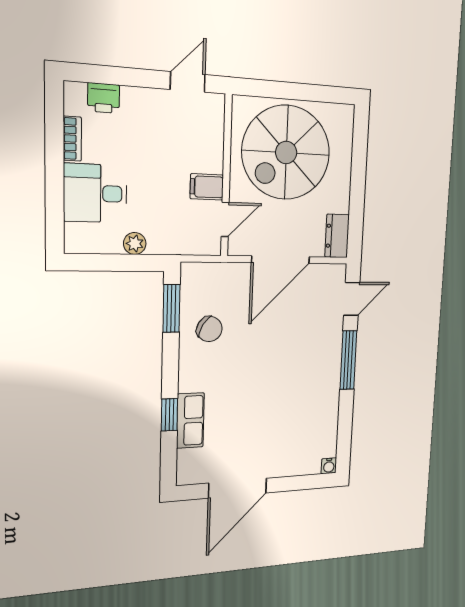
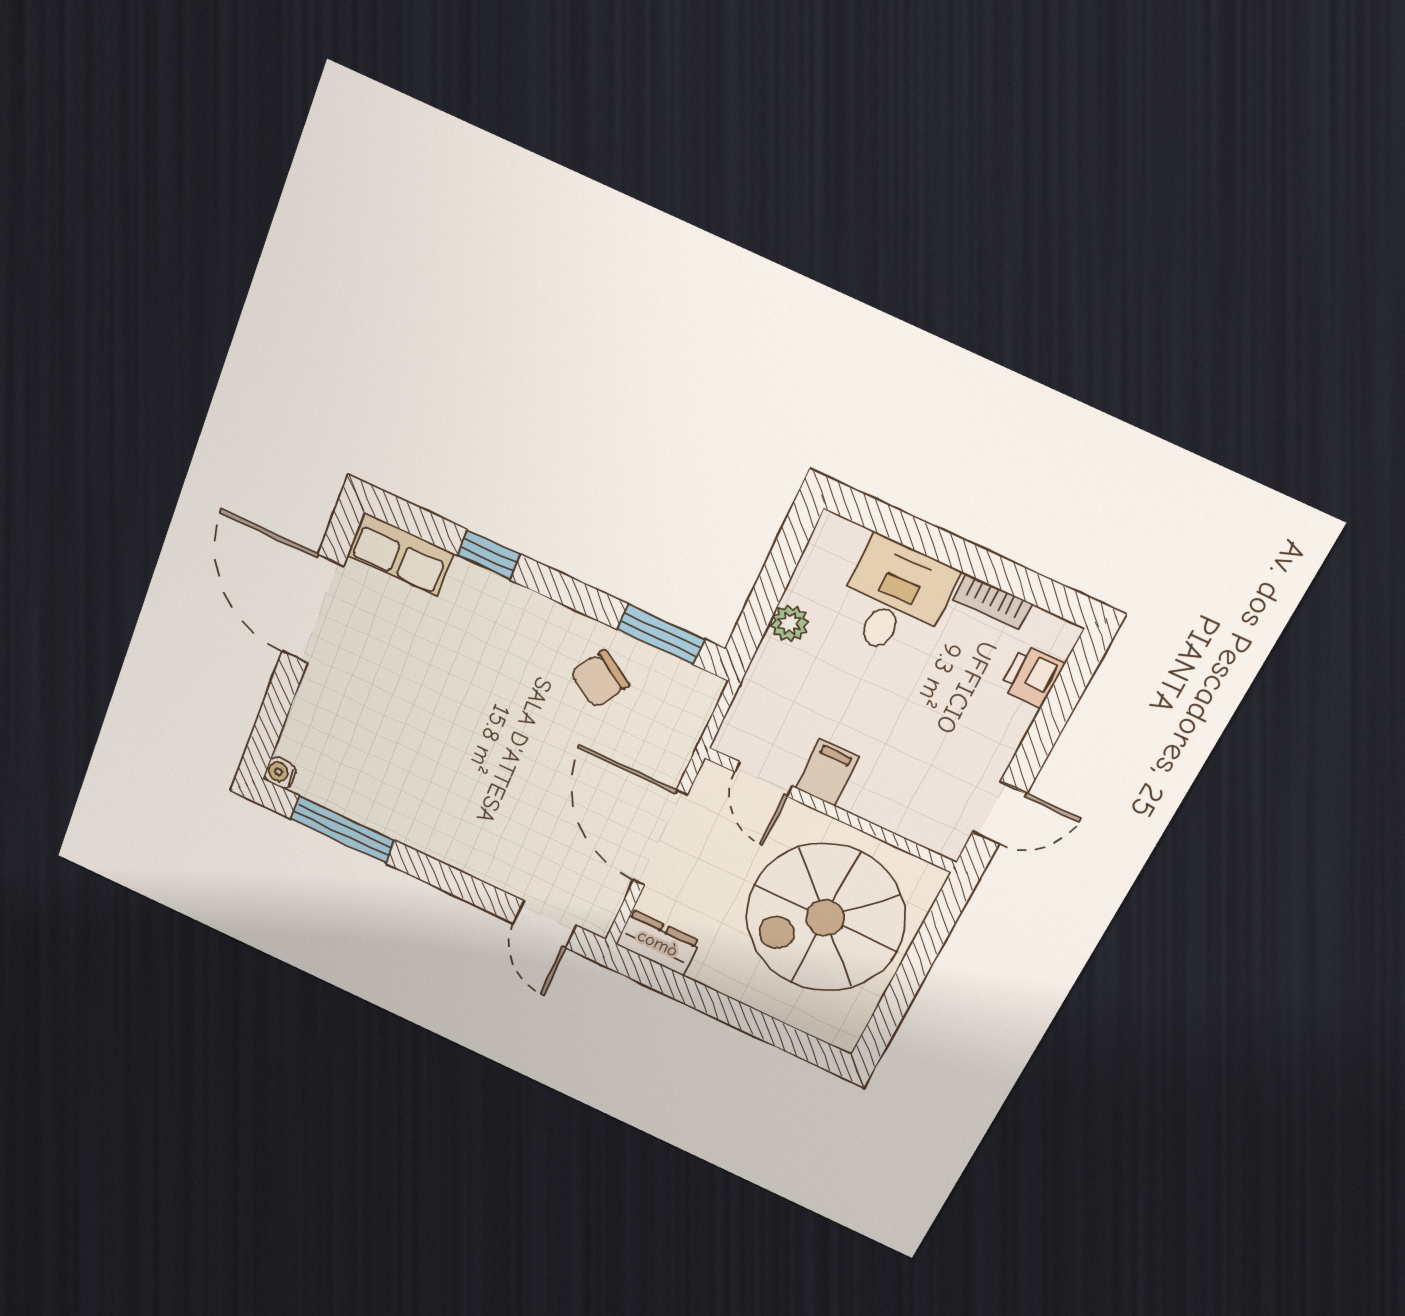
door: (188, 82) -> (1000, 813), hinge flipped
spiral stairs: (286, 153) -> (825, 918), turned -90
window: (348, 360) -> (343, 830), moved
row of seats: (190, 421) -> (400, 554), moved

